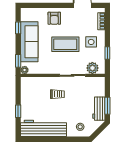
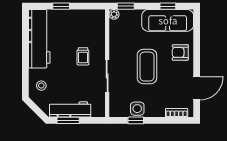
sofa: (29, 42) -> (168, 20), moved
side table: (91, 42) -> (137, 109), moved
plant: (92, 68) -> (117, 101), removed
workbench: (99, 109) -> (70, 109), width x1.38

